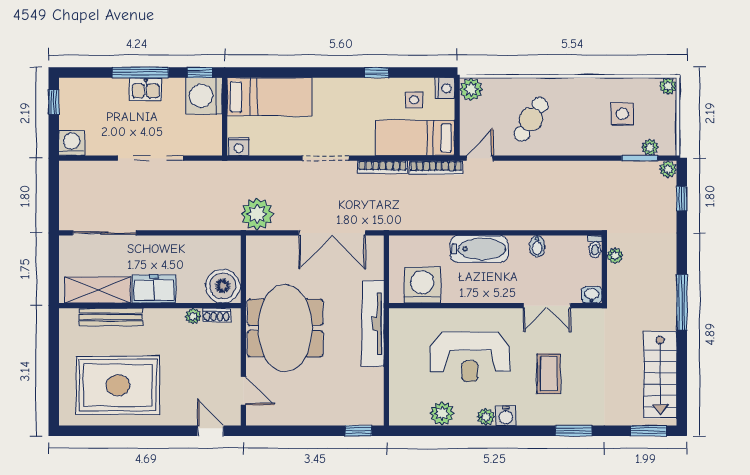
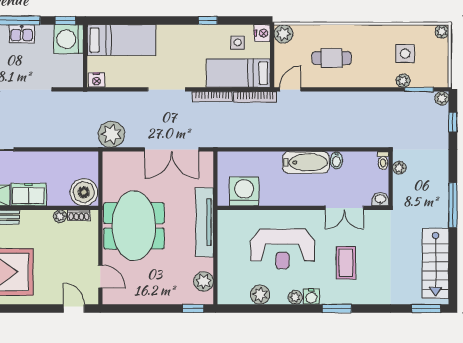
cafe table: (531, 119) -> (332, 58), turned 58
plant: (650, 147) -> (403, 81), moved
bathtub: (479, 249) -> (306, 162), moved
plant: (372, 397) -> (204, 281), added
window: (574, 431) -> (337, 308), moved

